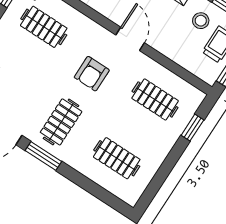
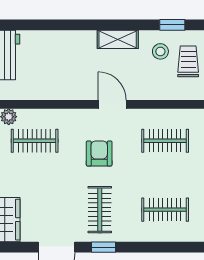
armchair: (92, 74) -> (99, 153), turned 180
window: (43, 156) -> (103, 247), width x0.67

